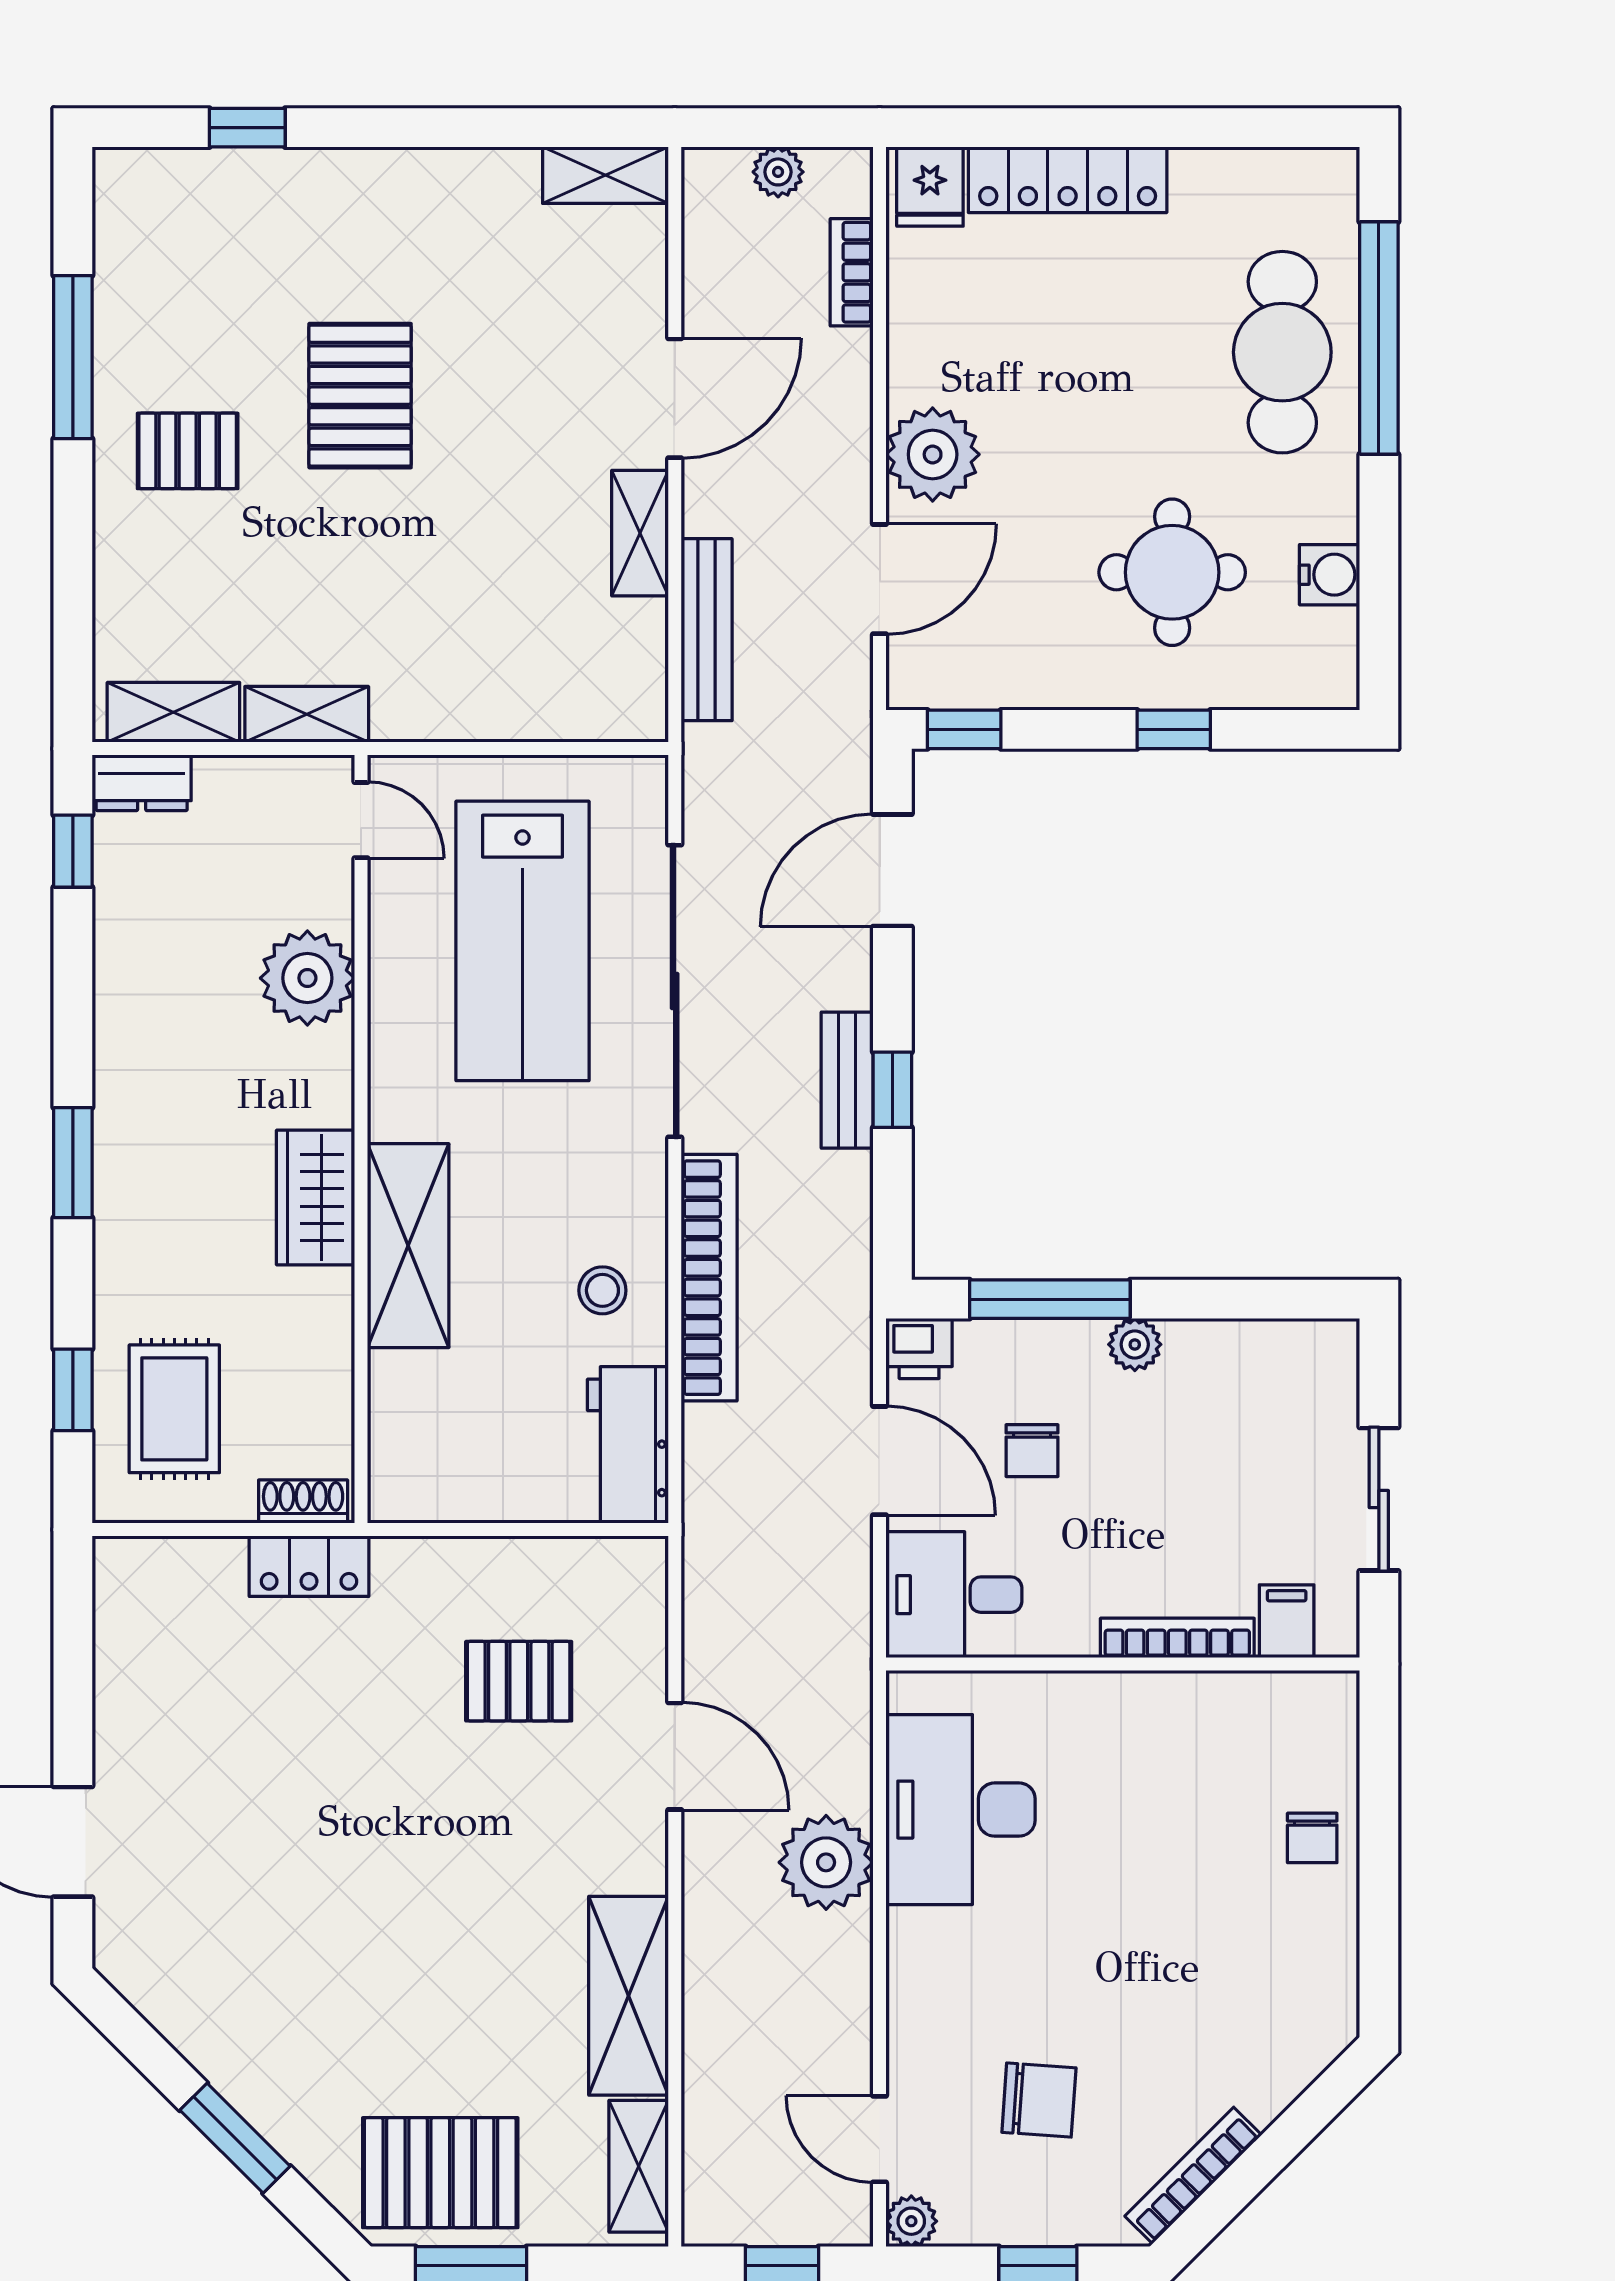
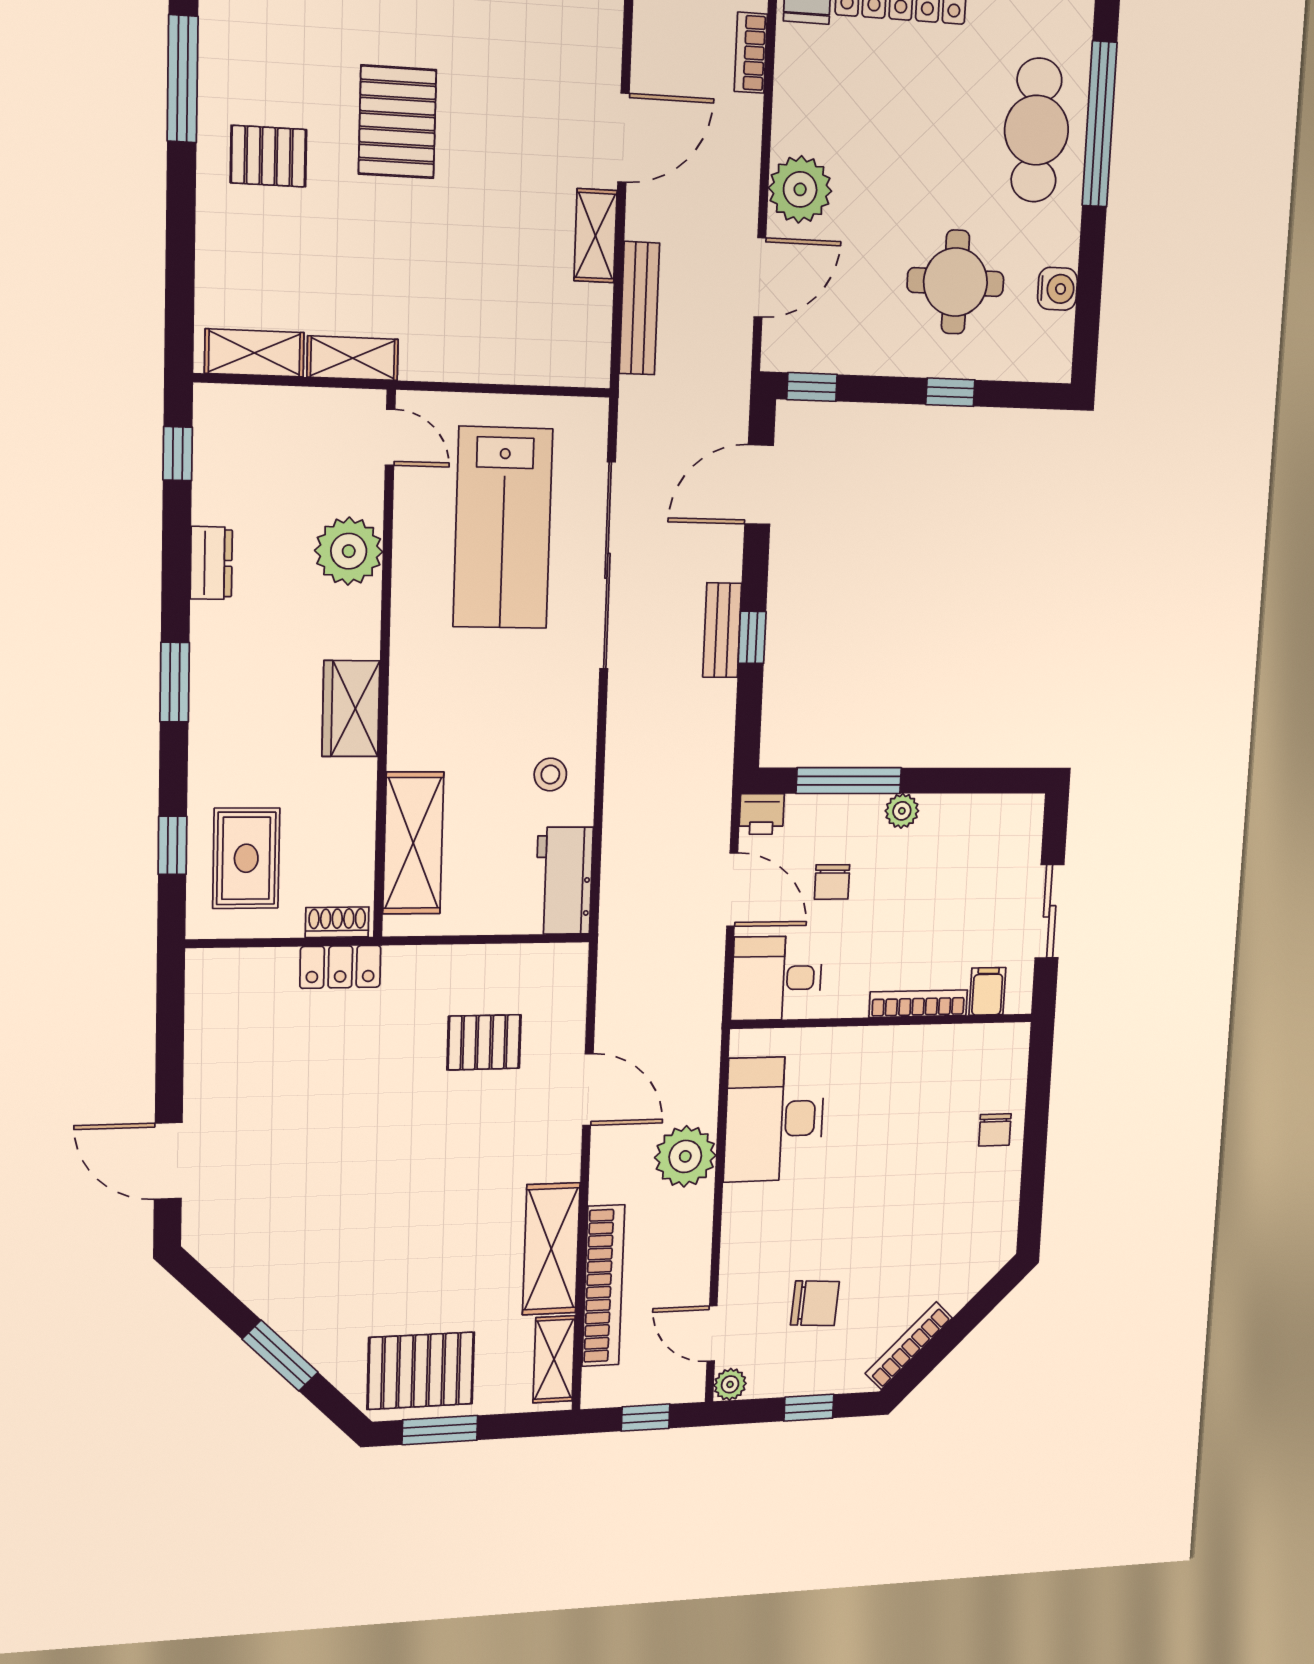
dresser: (142, 783) -> (211, 563), moved, turned -90
shelving: (408, 1246) -> (413, 843), moved
bookcase: (709, 1278) -> (603, 1286), moved

